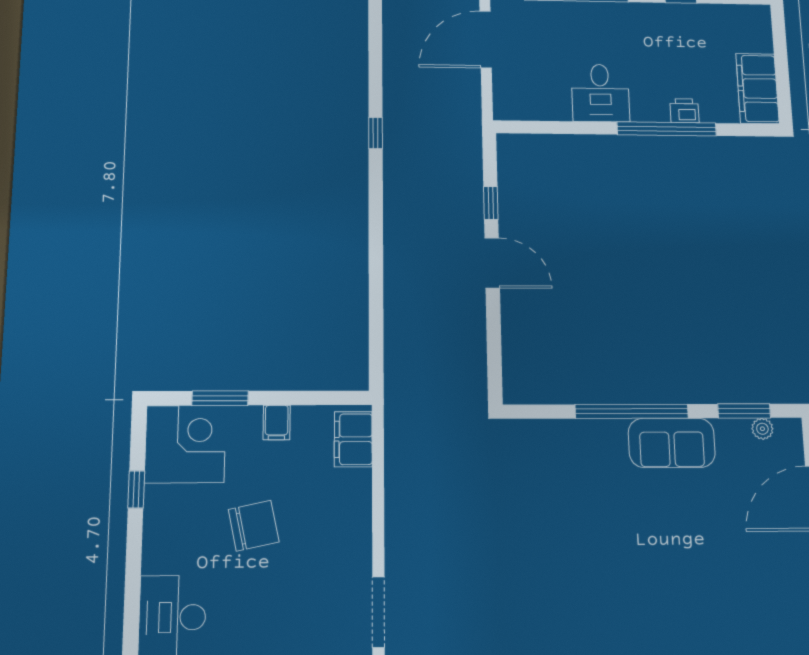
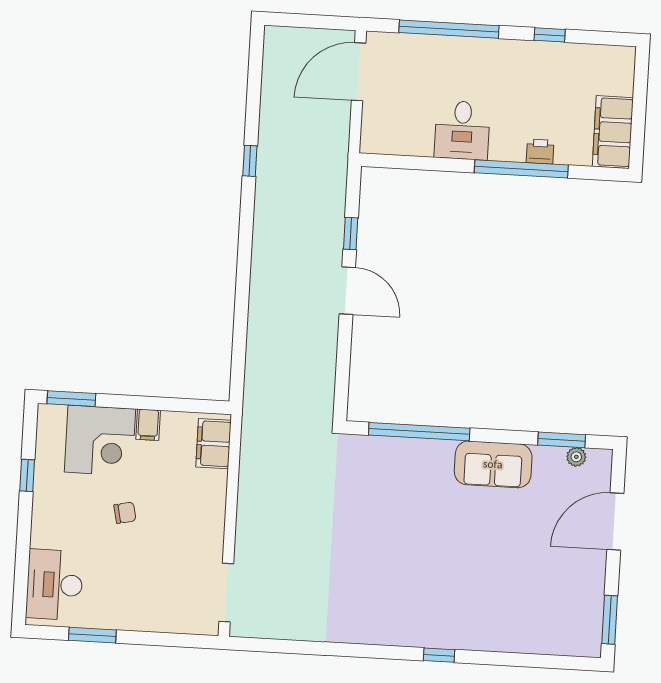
window: (220, 398) -> (71, 399), moved
window: (632, 411) -> (419, 432), moved
corner desk: (185, 444) -> (100, 441), moved, turned 90
chair: (254, 526) -> (125, 513), width x0.54, depth x0.54

